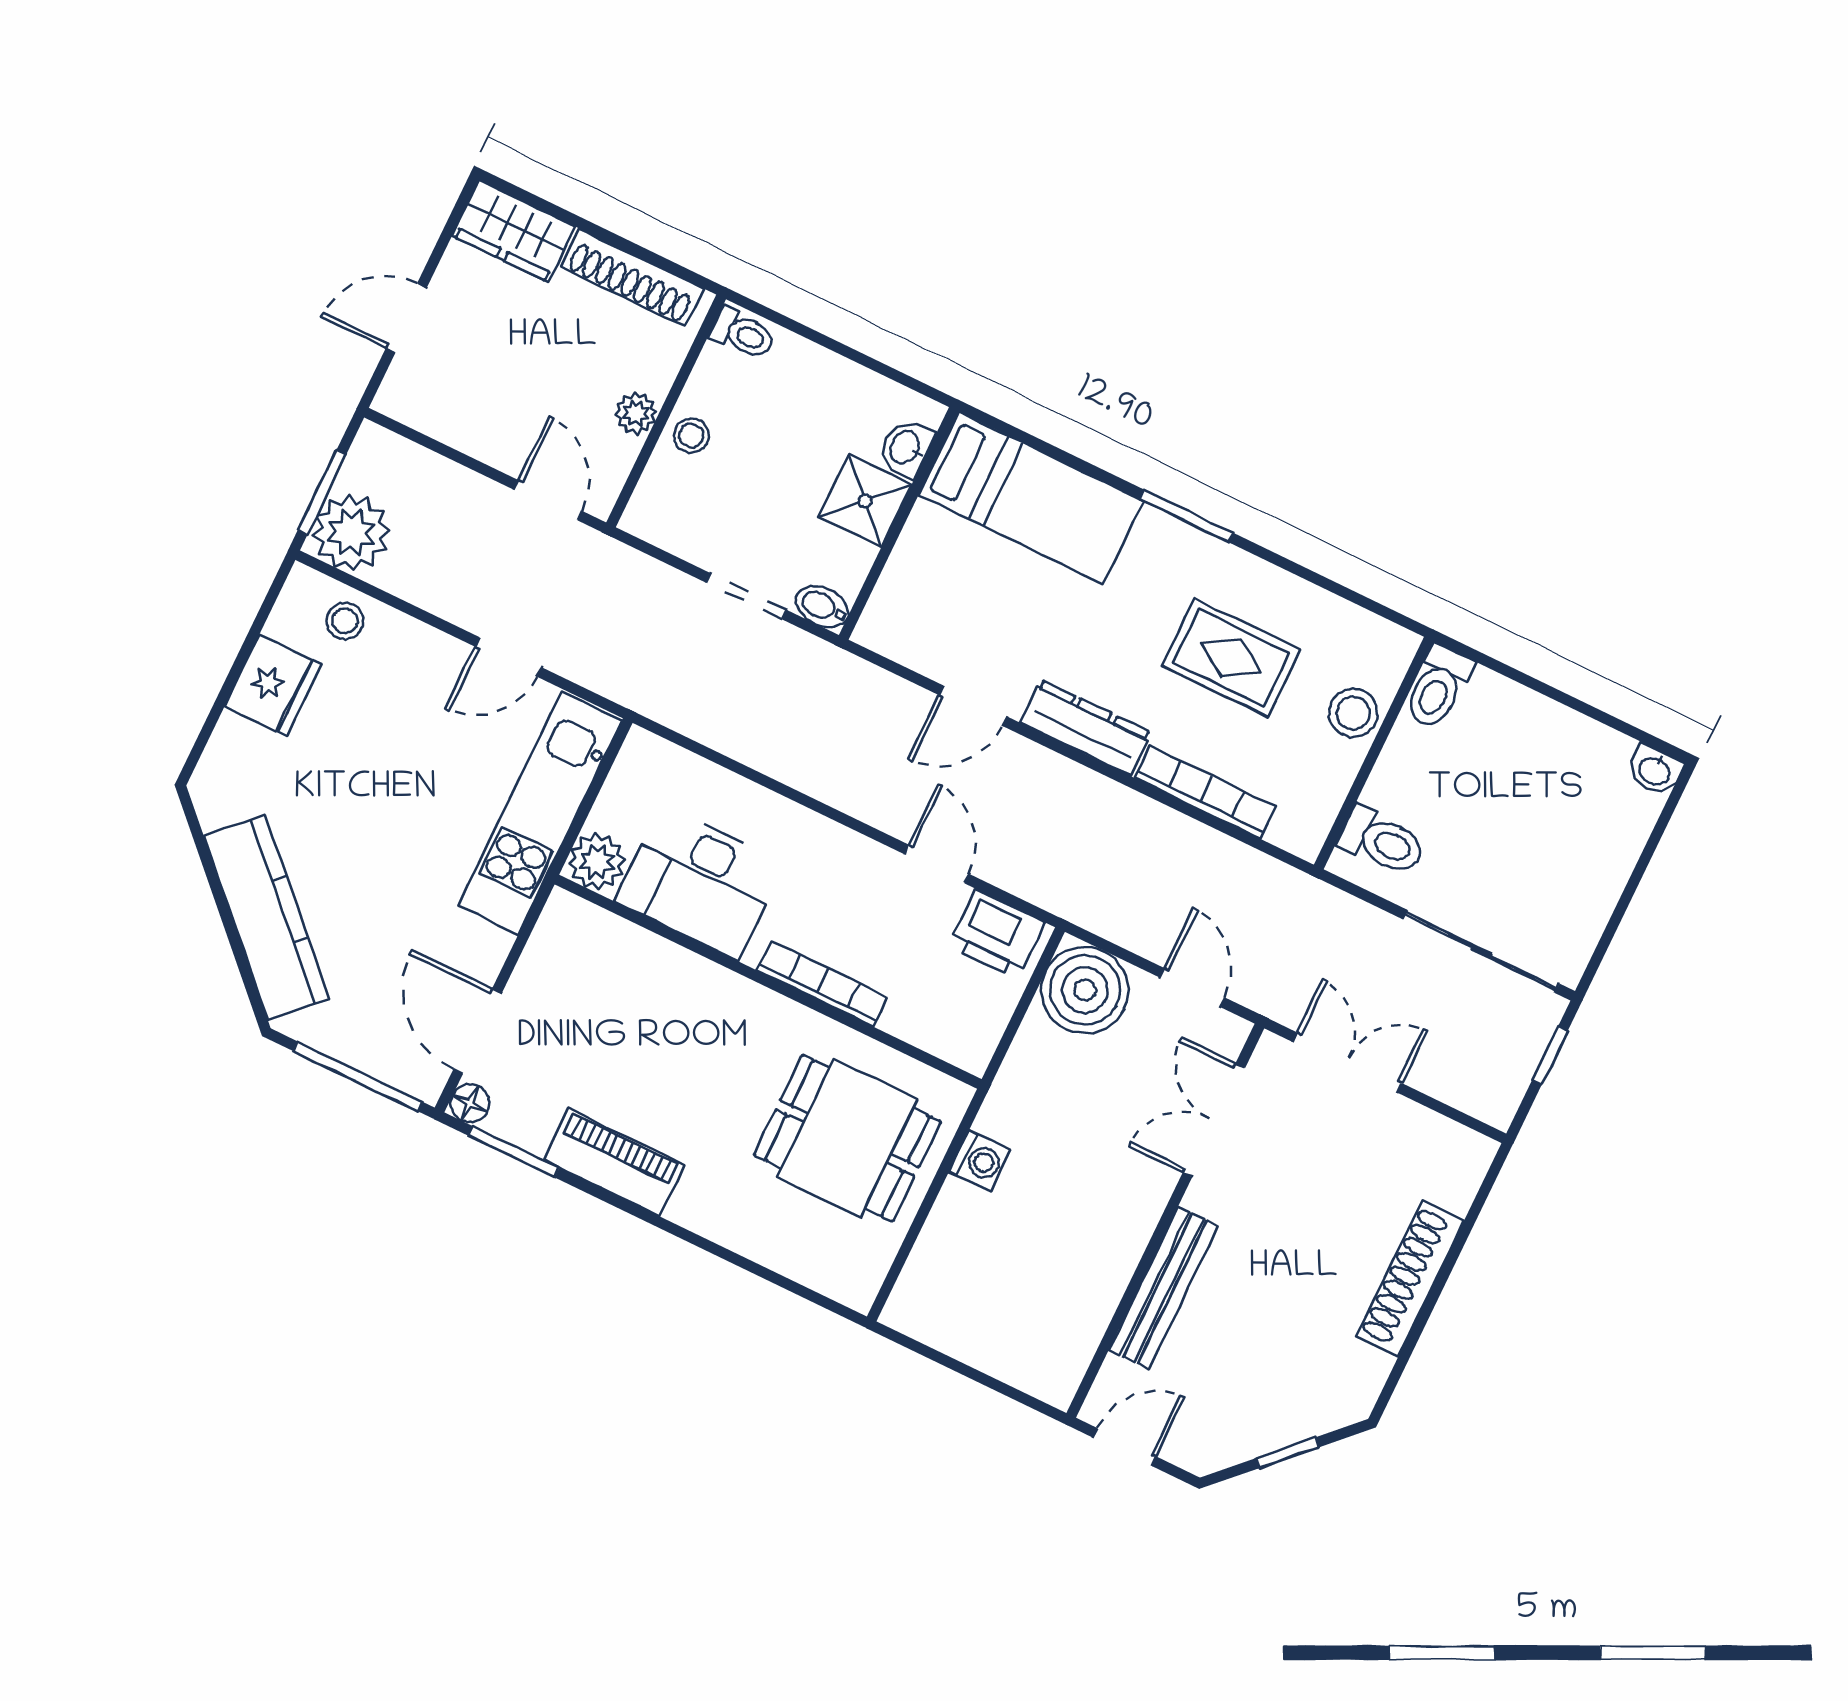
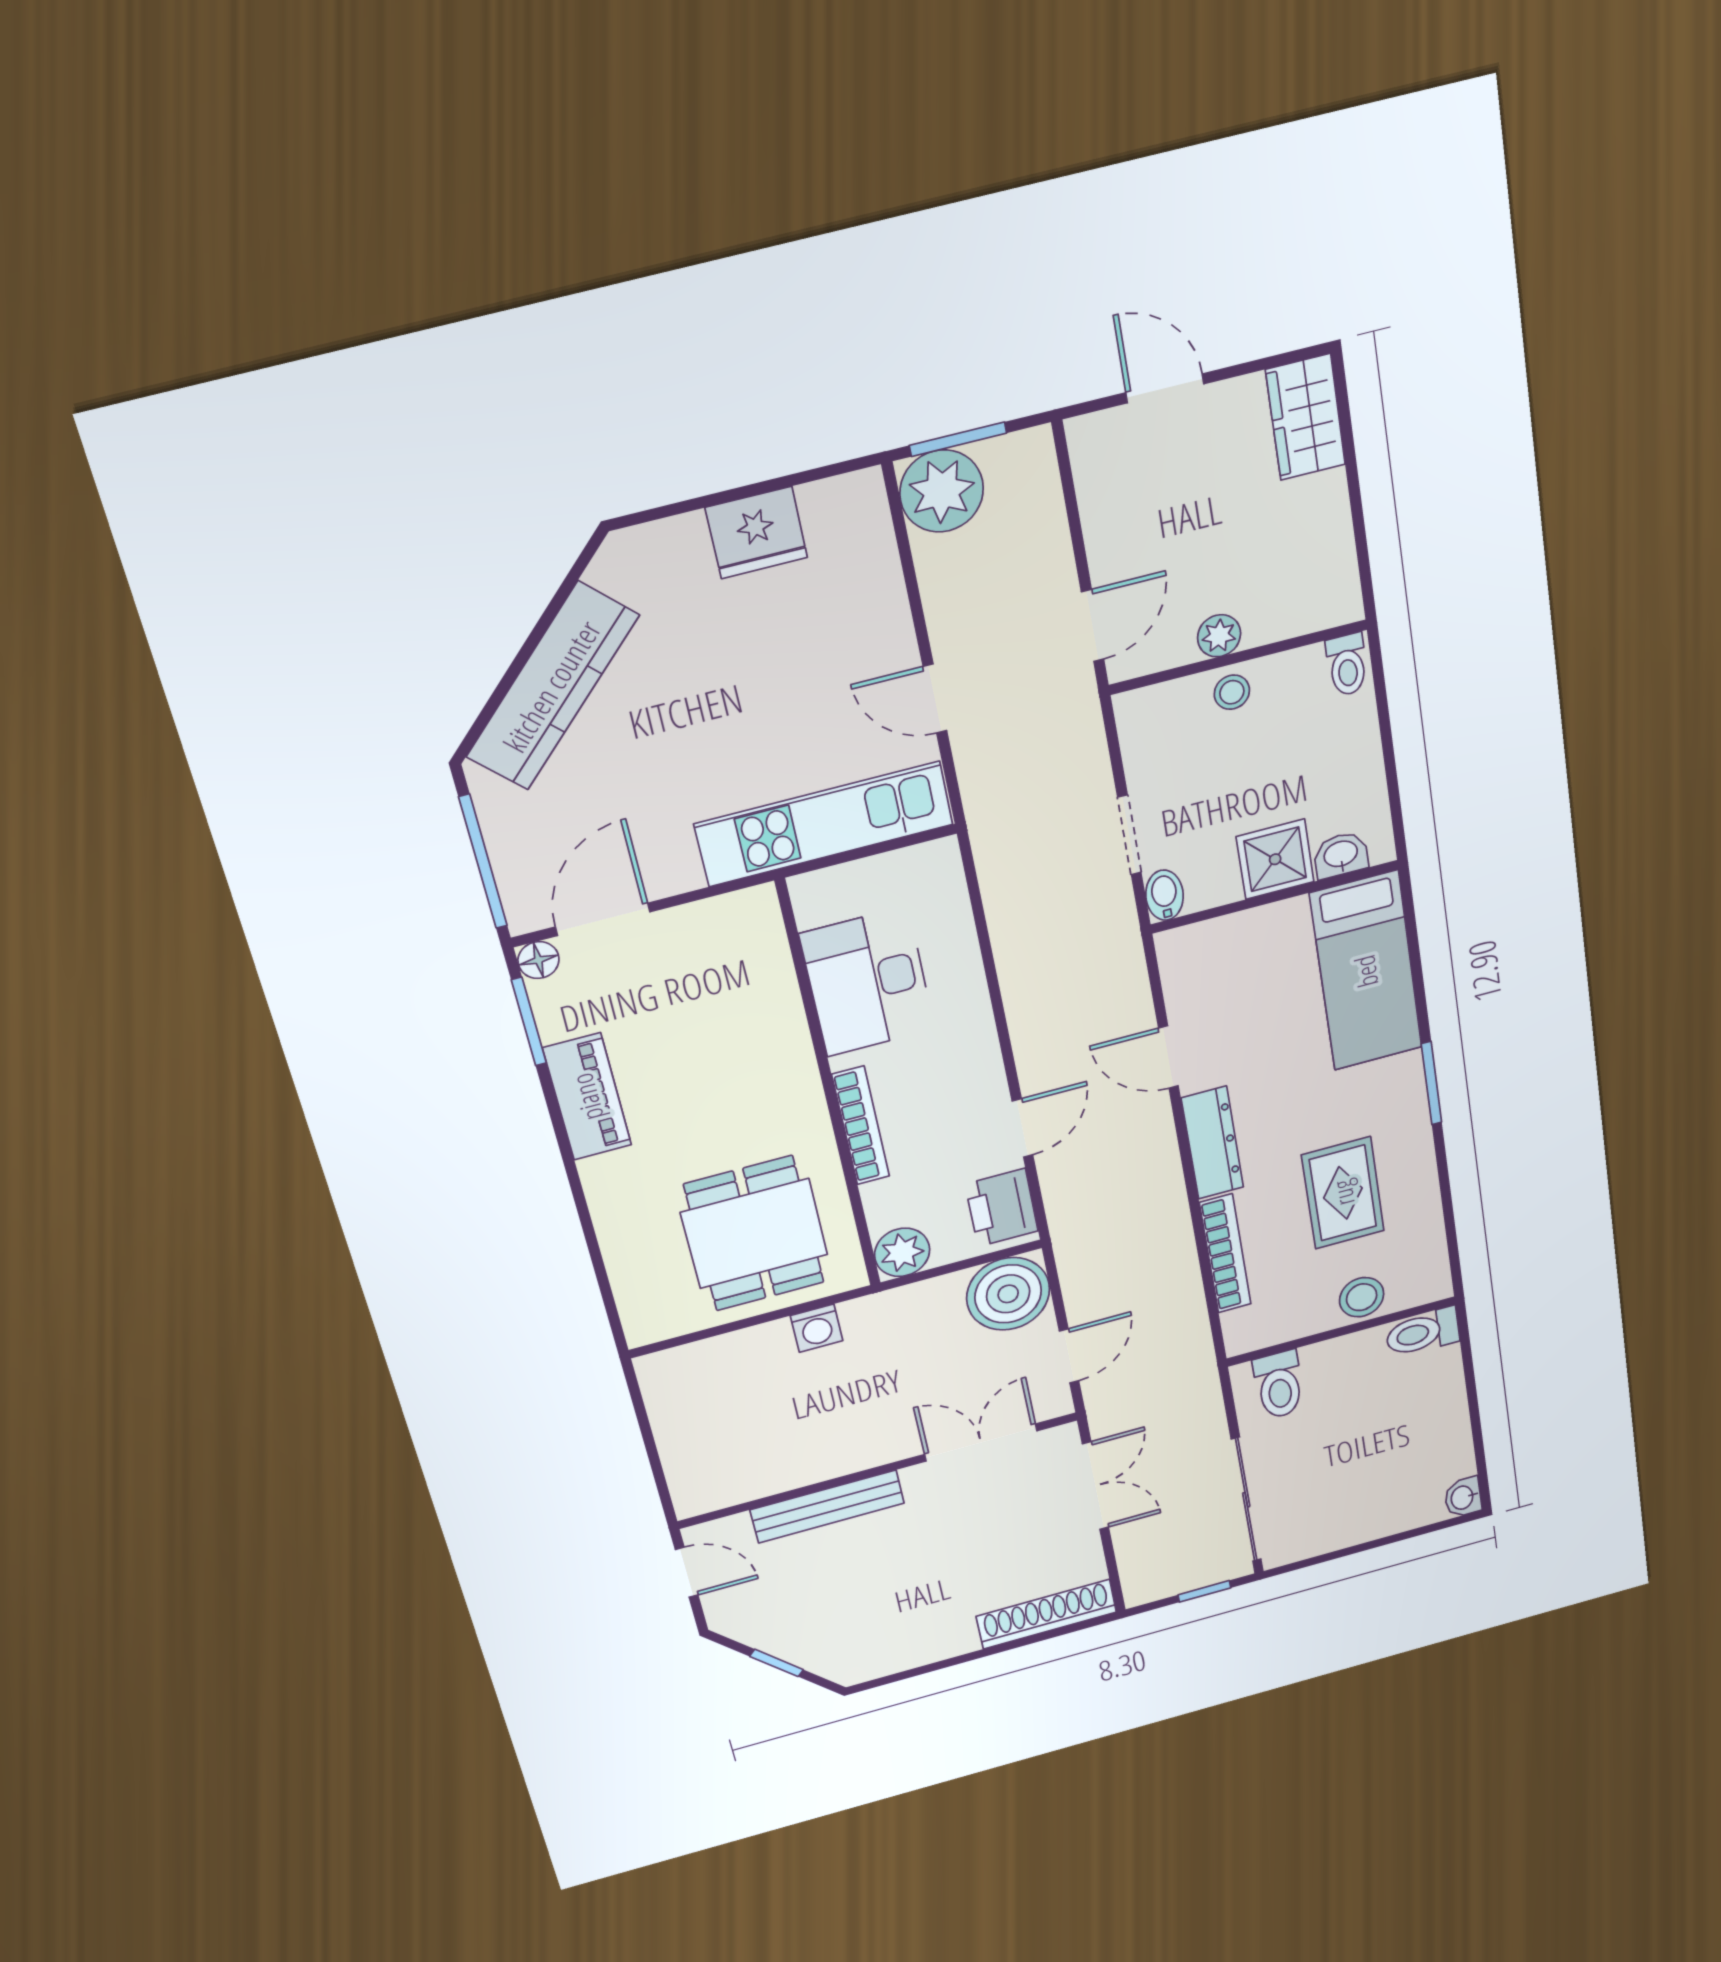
shoe rack: (632, 278) -> (1333, 543), removed
stool: (345, 621) -> (861, 547), removed
plant: (597, 862) -> (902, 1252), moved
shoe rack: (1410, 1278) -> (1046, 1614), moved

